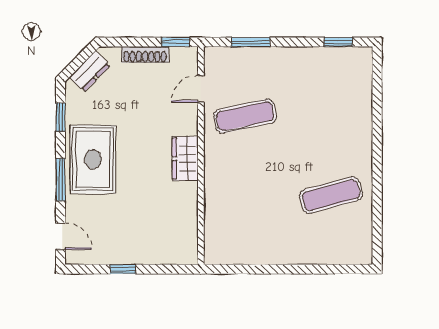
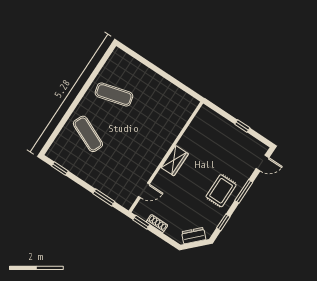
shoe rack: (145, 55) -> (157, 224), width x0.70
exercise mat: (245, 116) -> (88, 134), moved, turned 36
rug: (93, 159) -> (221, 191), width x0.73, depth x0.70
door: (60, 236) -> (263, 163), swing flipped

